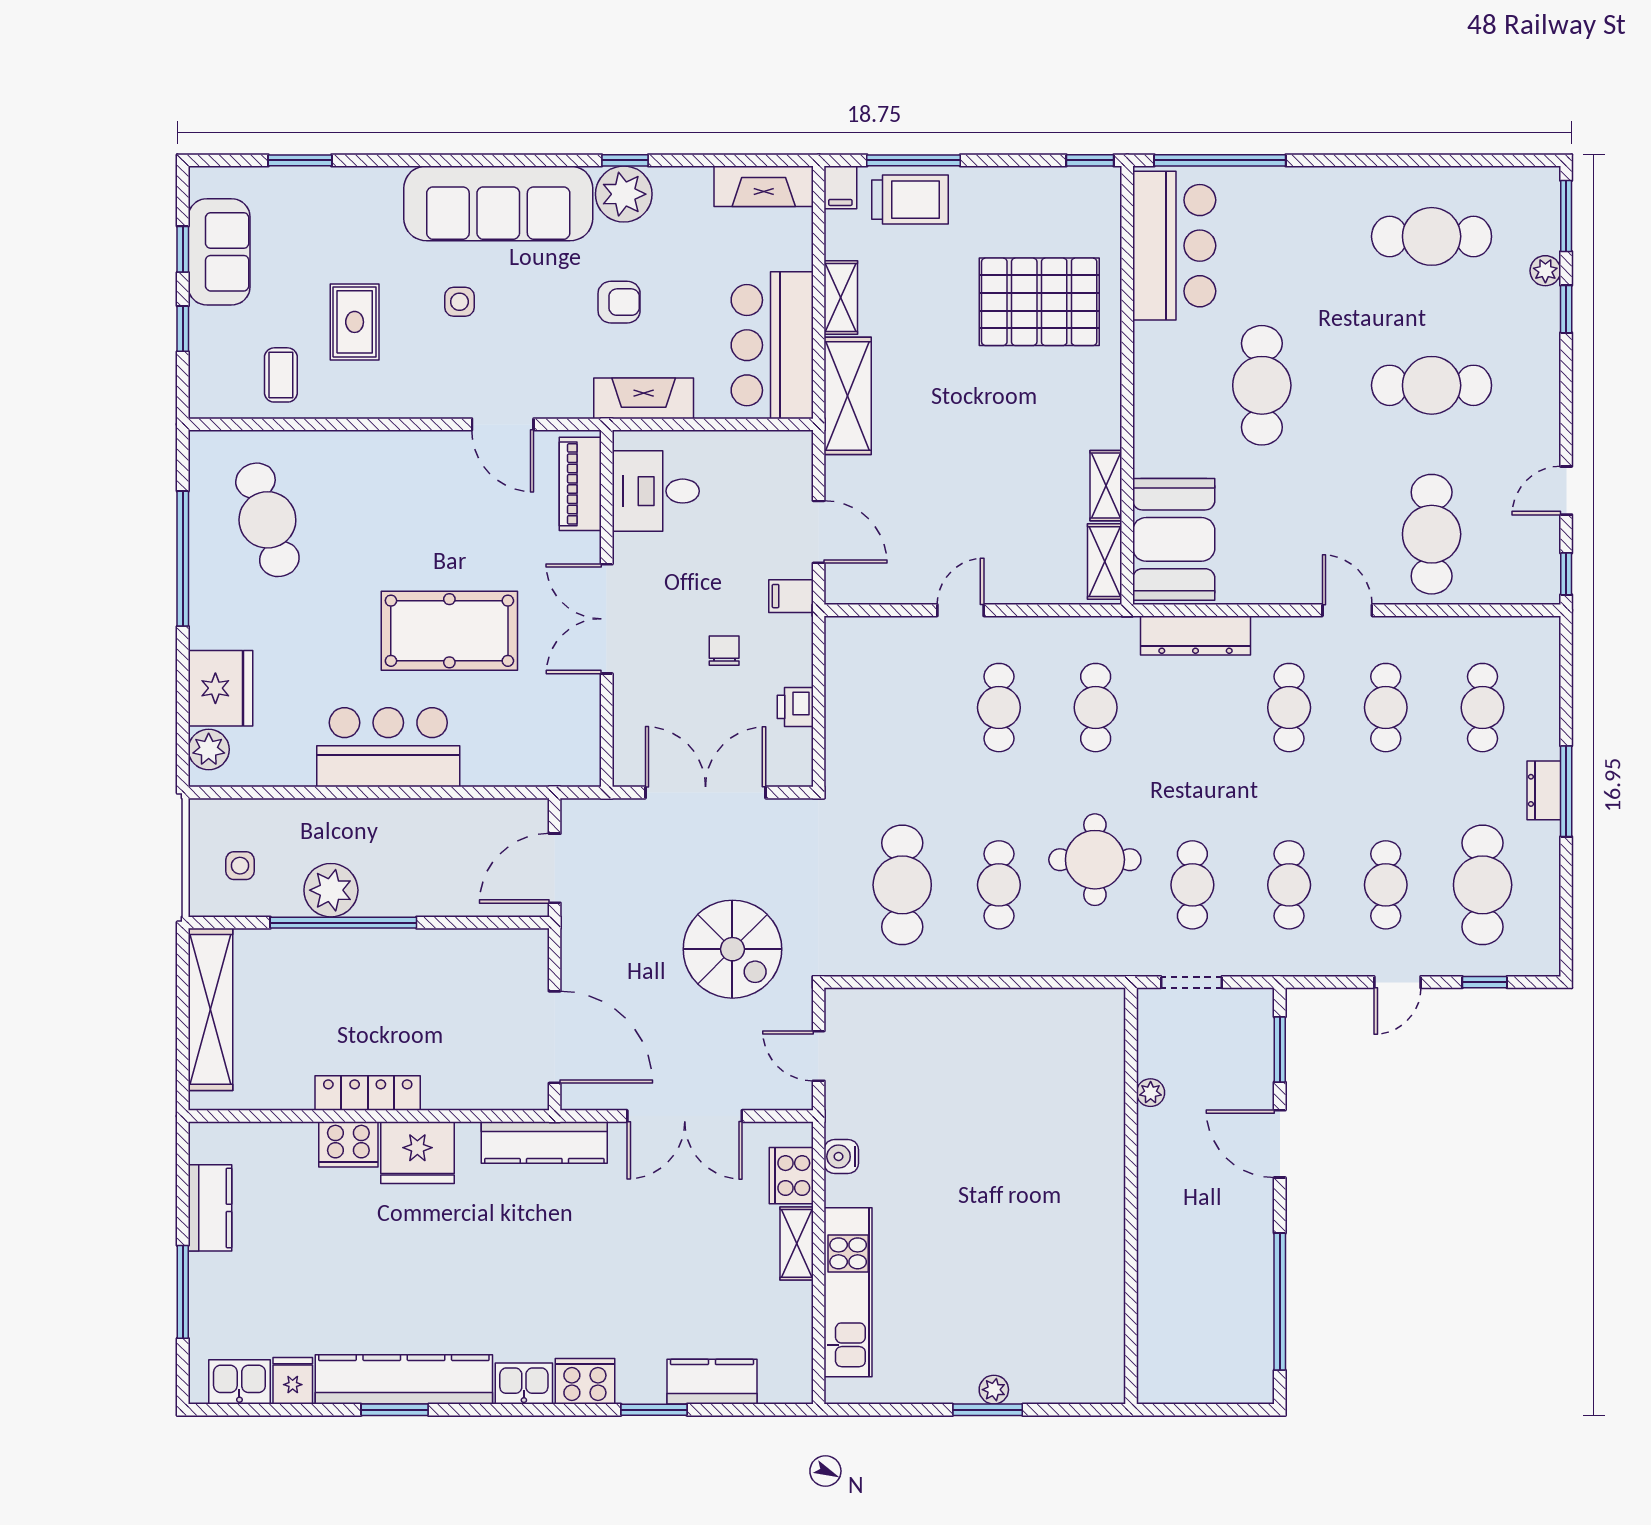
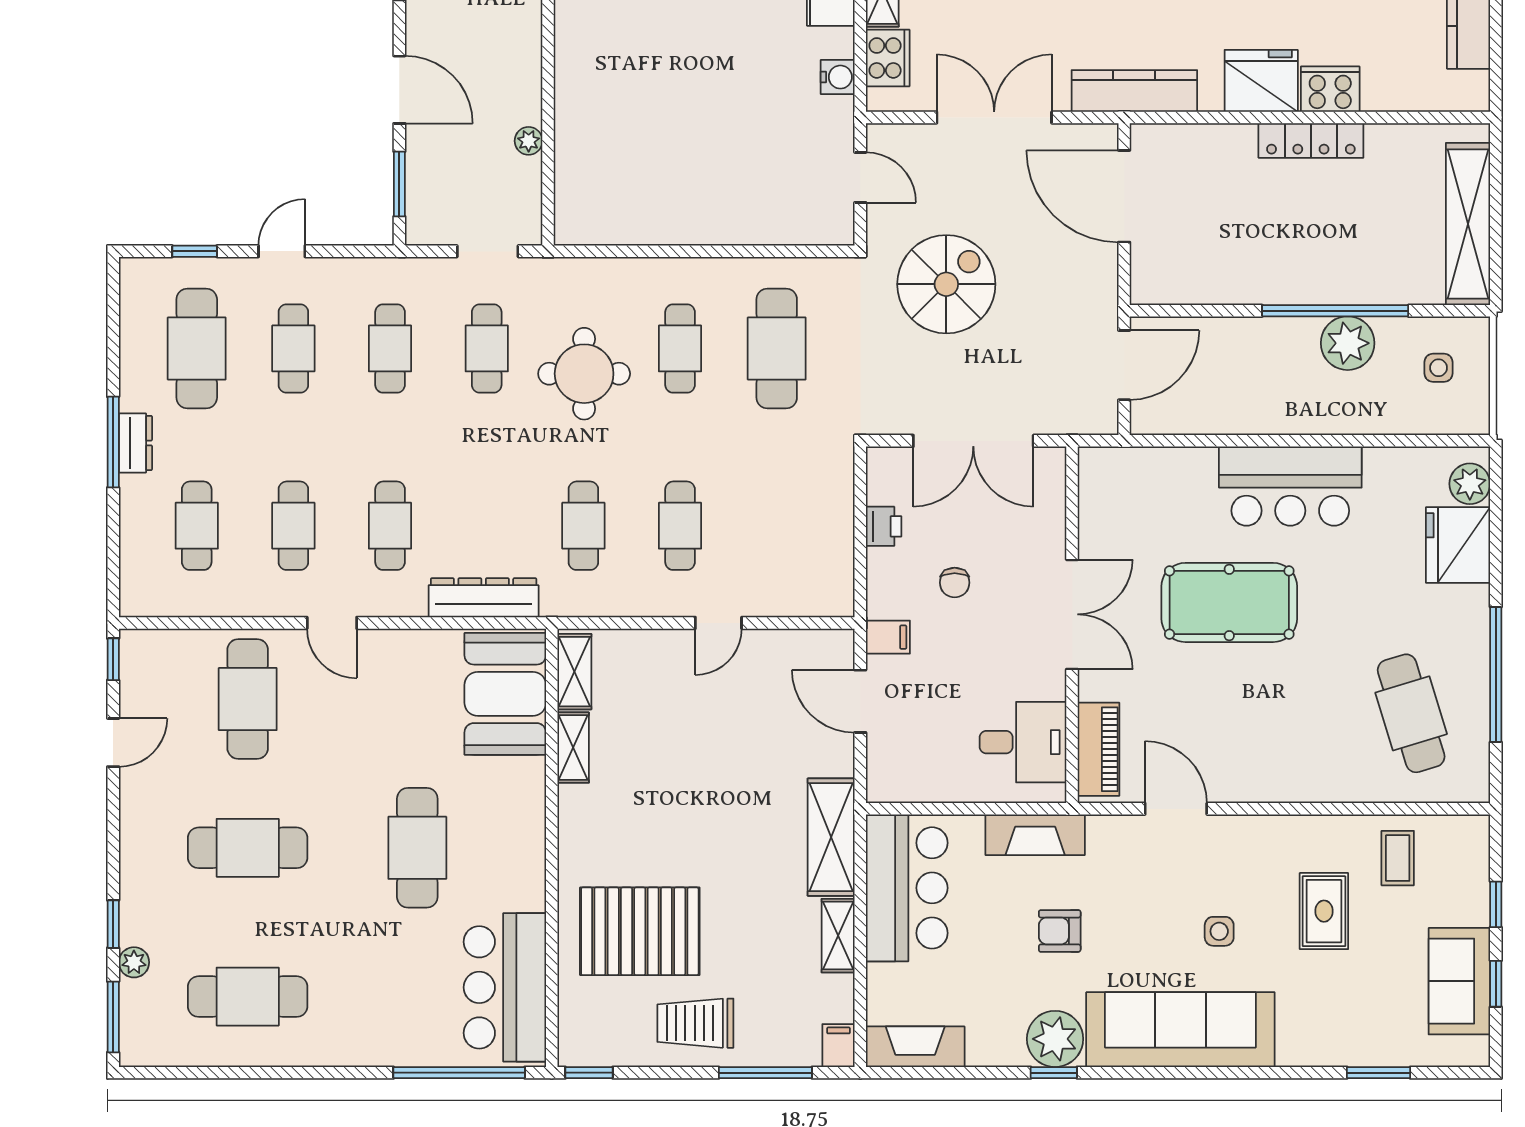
trolley: (910, 200) -> (695, 1023), moved
spiral stairs: (732, 949) -> (946, 284), turned 90

